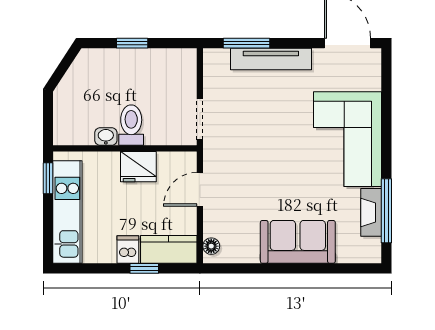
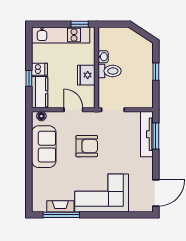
tv unit: (271, 59) -> (147, 134), moved
armchair: (264, 166) -> (87, 146), added
sofa: (298, 242) -> (44, 147), moved

